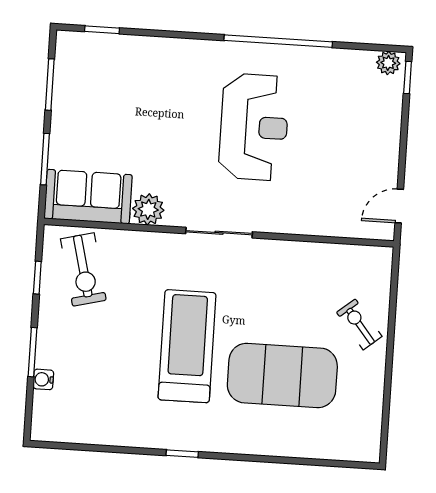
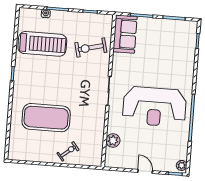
reception desk: (254, 127) -> (154, 107), width x1.36, depth x1.30
door: (399, 206) -> (145, 171), moved
plant: (148, 209) -> (113, 140), moved
exercise bike: (83, 270) -> (91, 48), moved
treadmill: (187, 346) -> (42, 44), moved
exercise mat: (282, 375) -> (46, 118), turned 90

